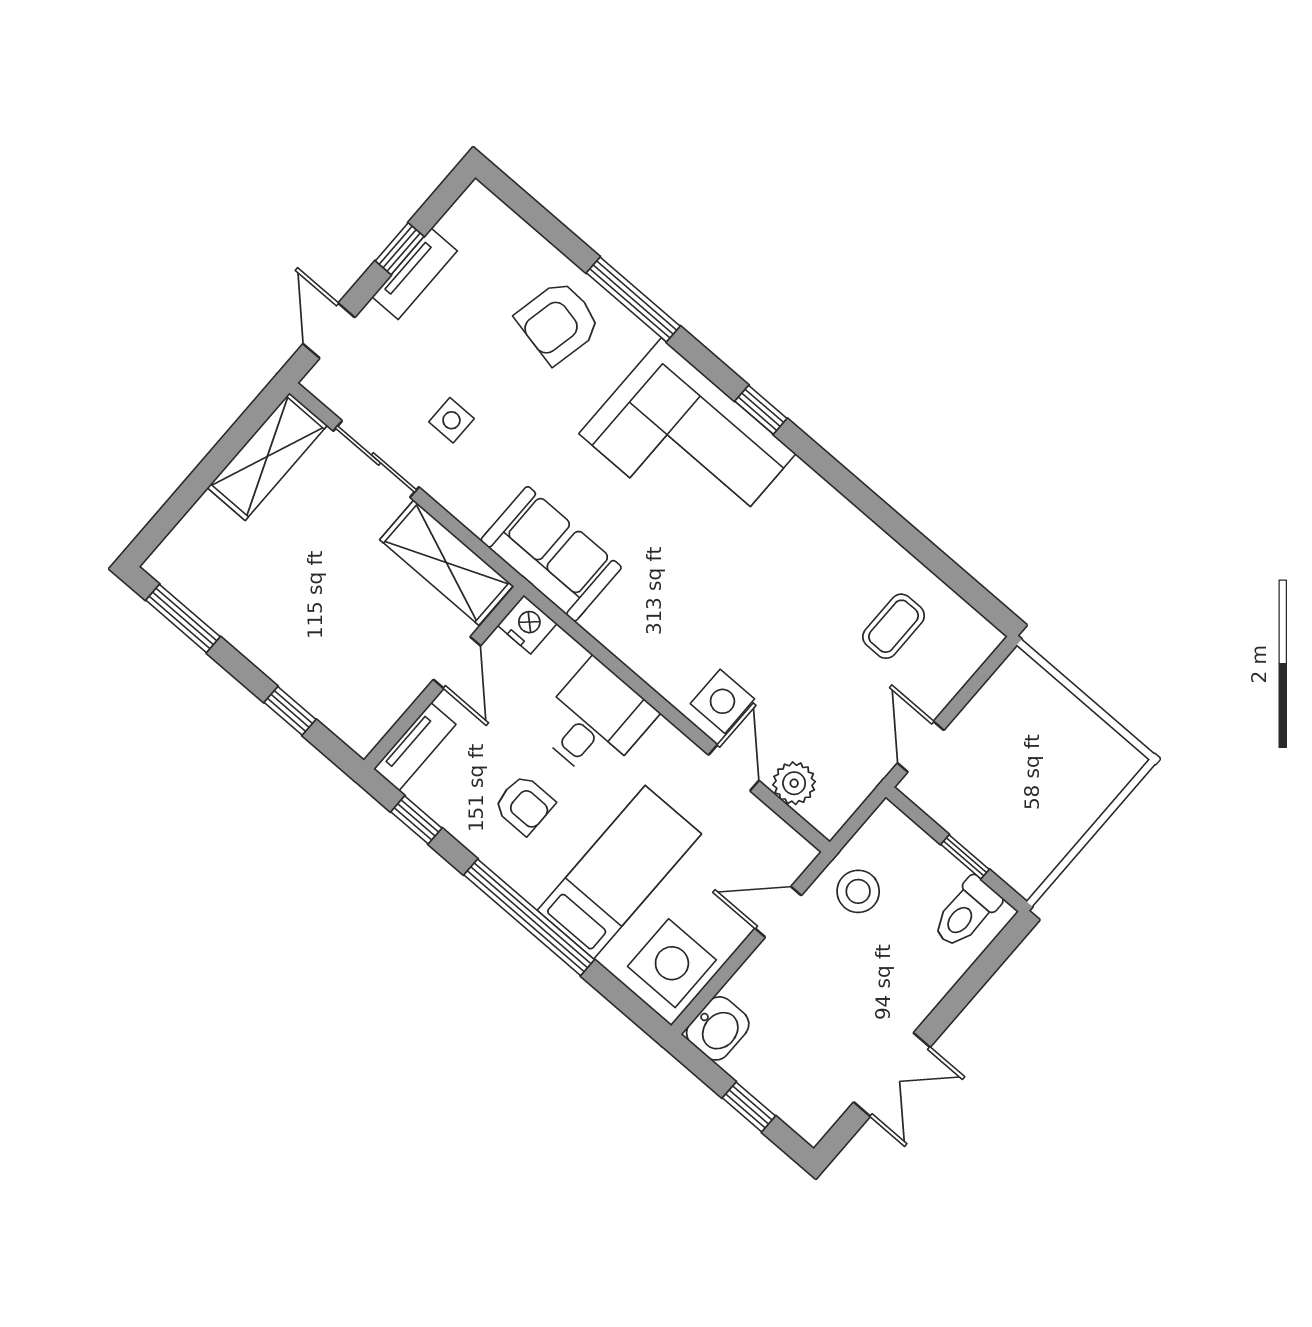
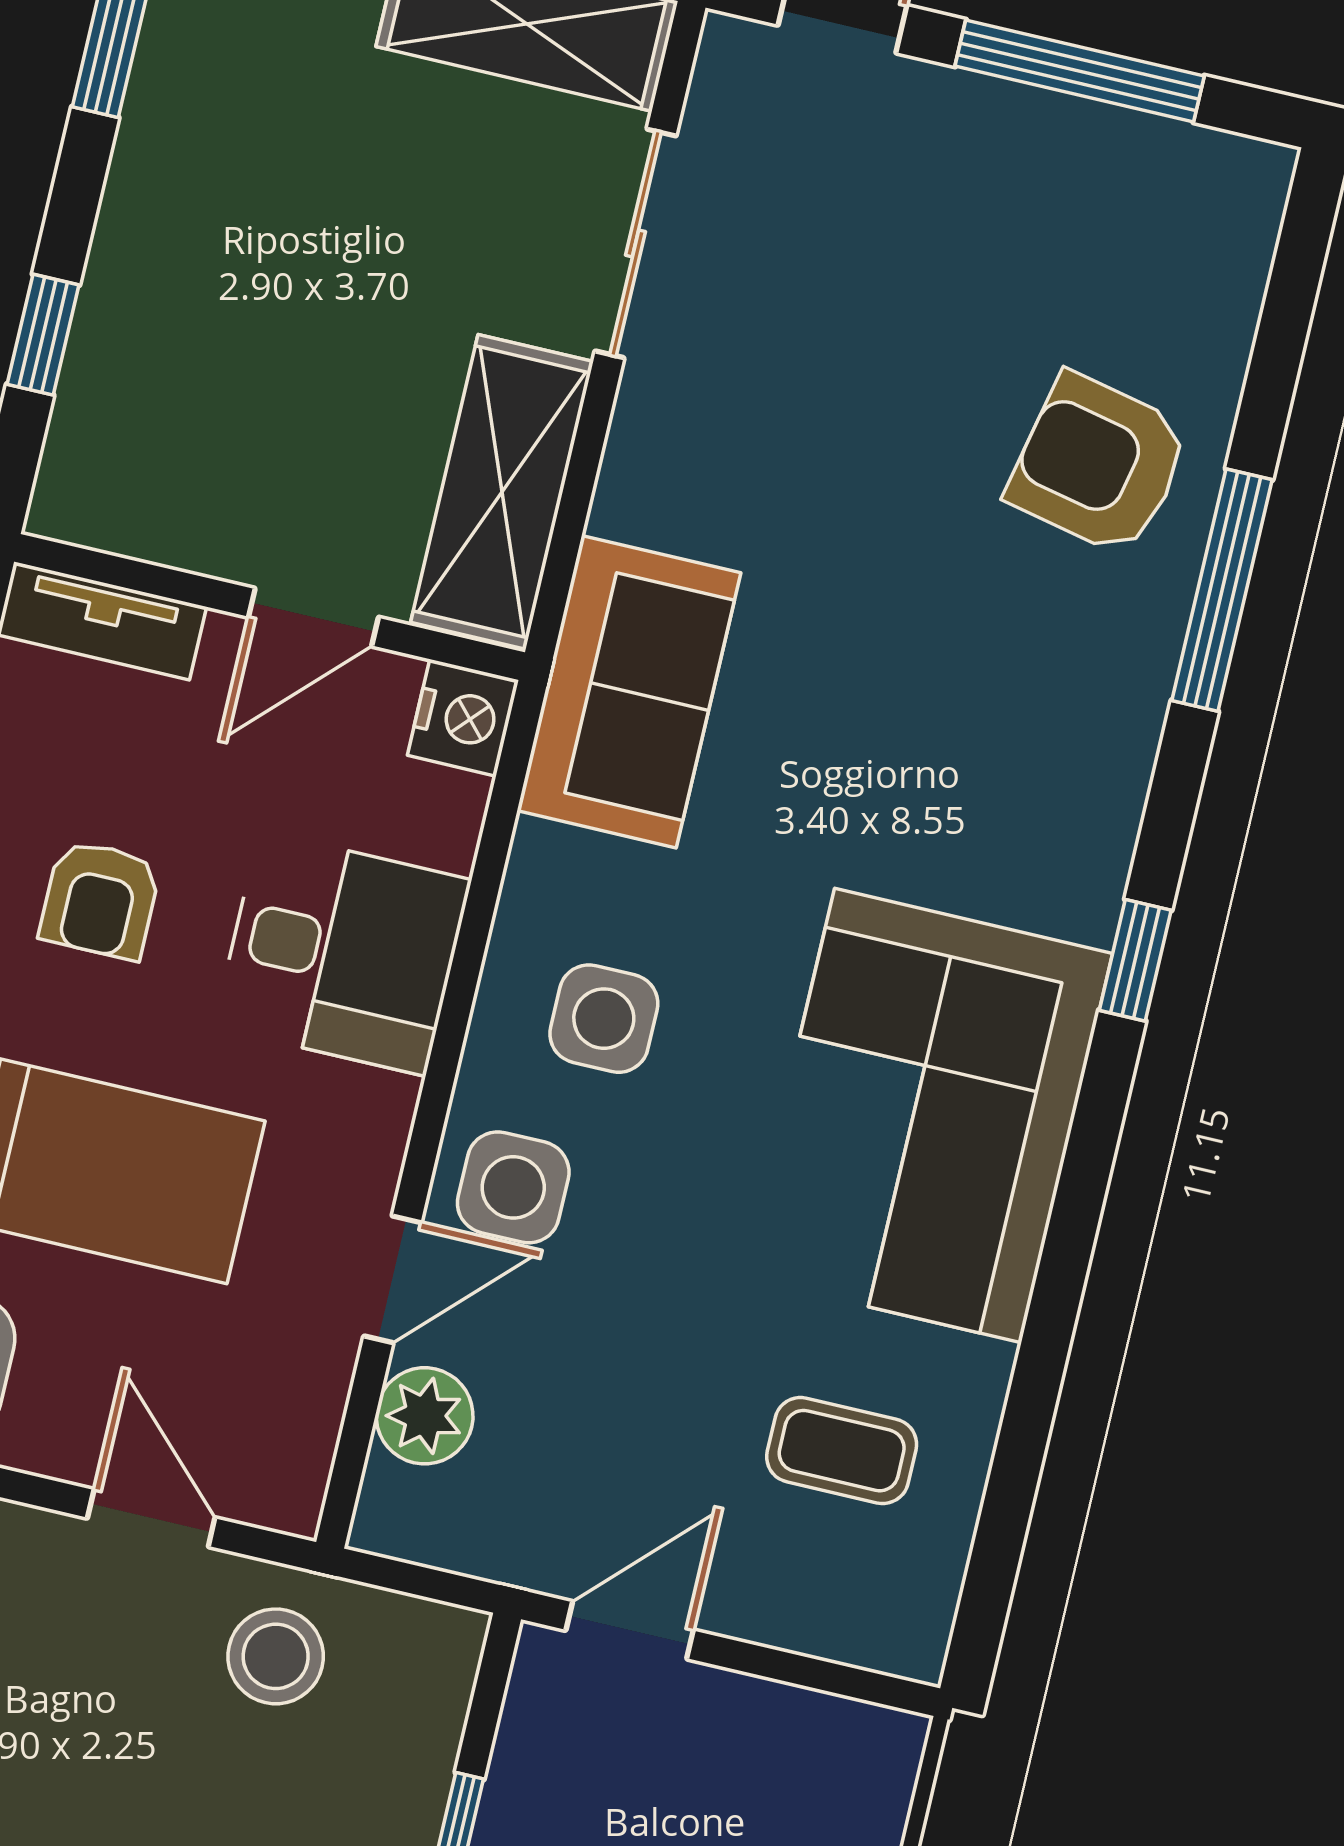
window: (400, 249) -> (1080, 71), width x2.17
tv unit: (415, 274) -> (1045, 127), removed
side table: (451, 420) -> (604, 1019), moved, width x1.37, depth x1.37
corner sofa: (687, 444) -> (928, 1115), moved

